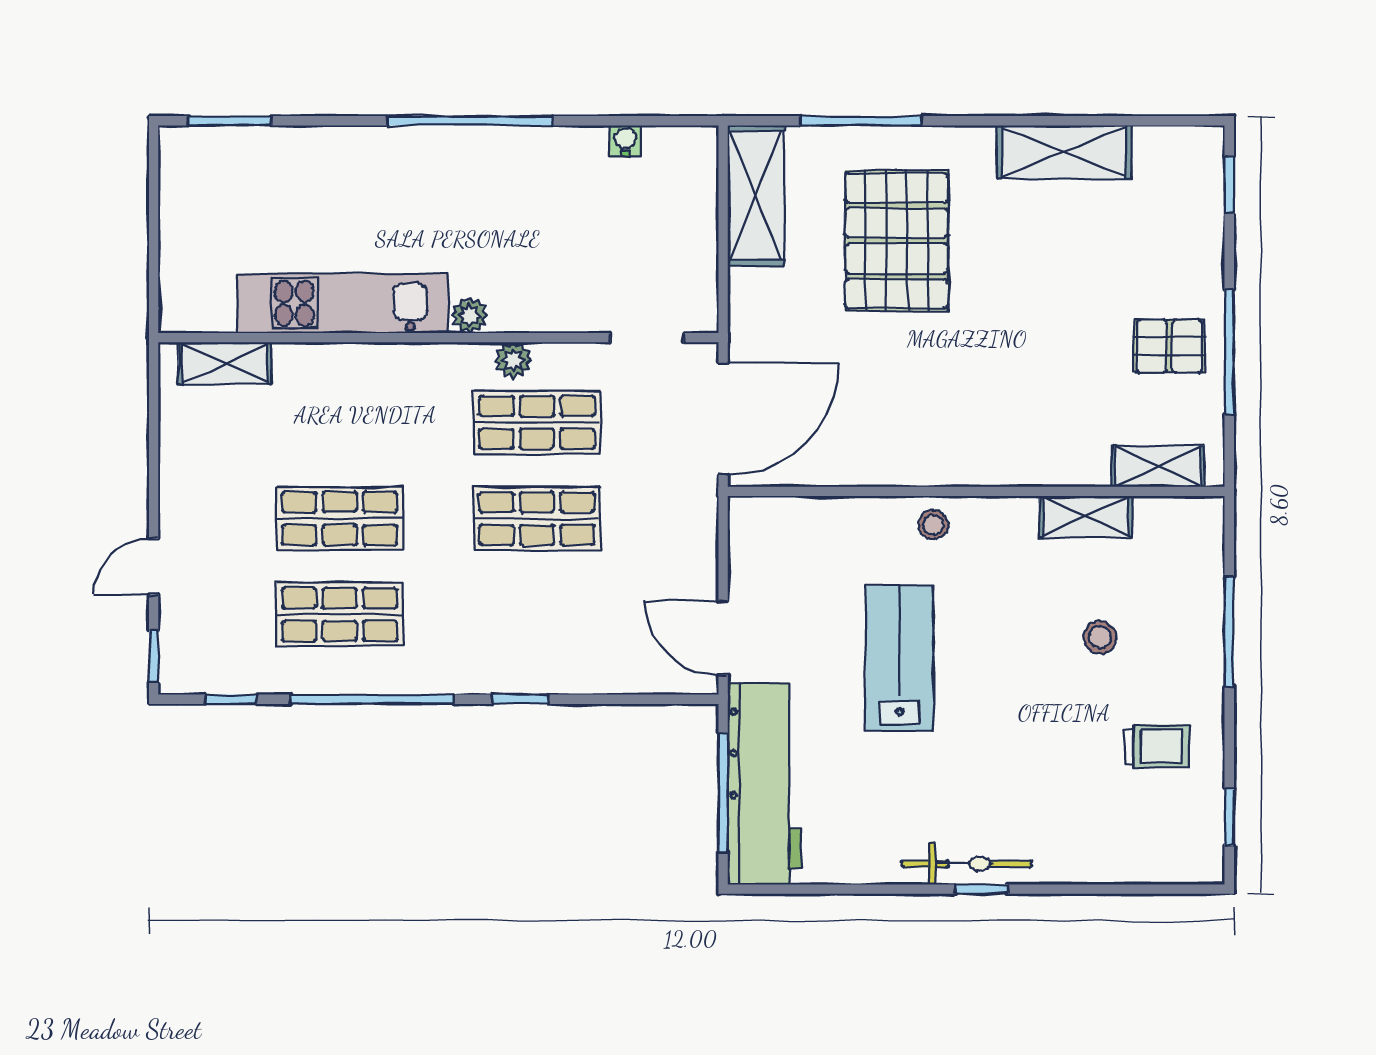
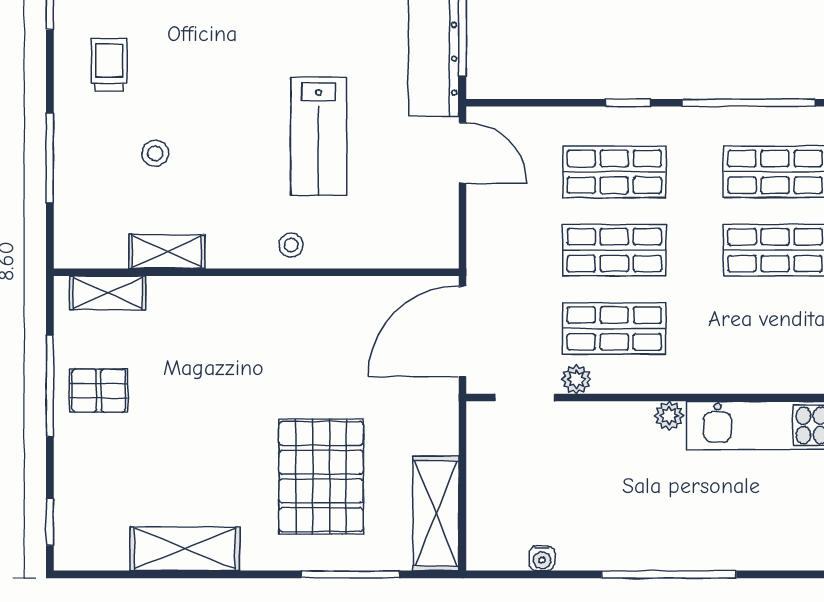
plant: (513, 360) -> (576, 379), moved
shop shelf: (537, 614) -> (614, 172), added
trolley: (1157, 746) -> (109, 64), turned 90

